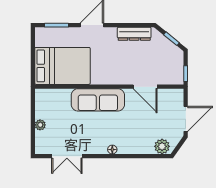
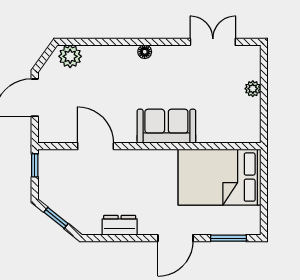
dresser: (134, 34) -> (120, 225), width x0.70
sofa: (98, 100) -> (166, 126), width x0.73

